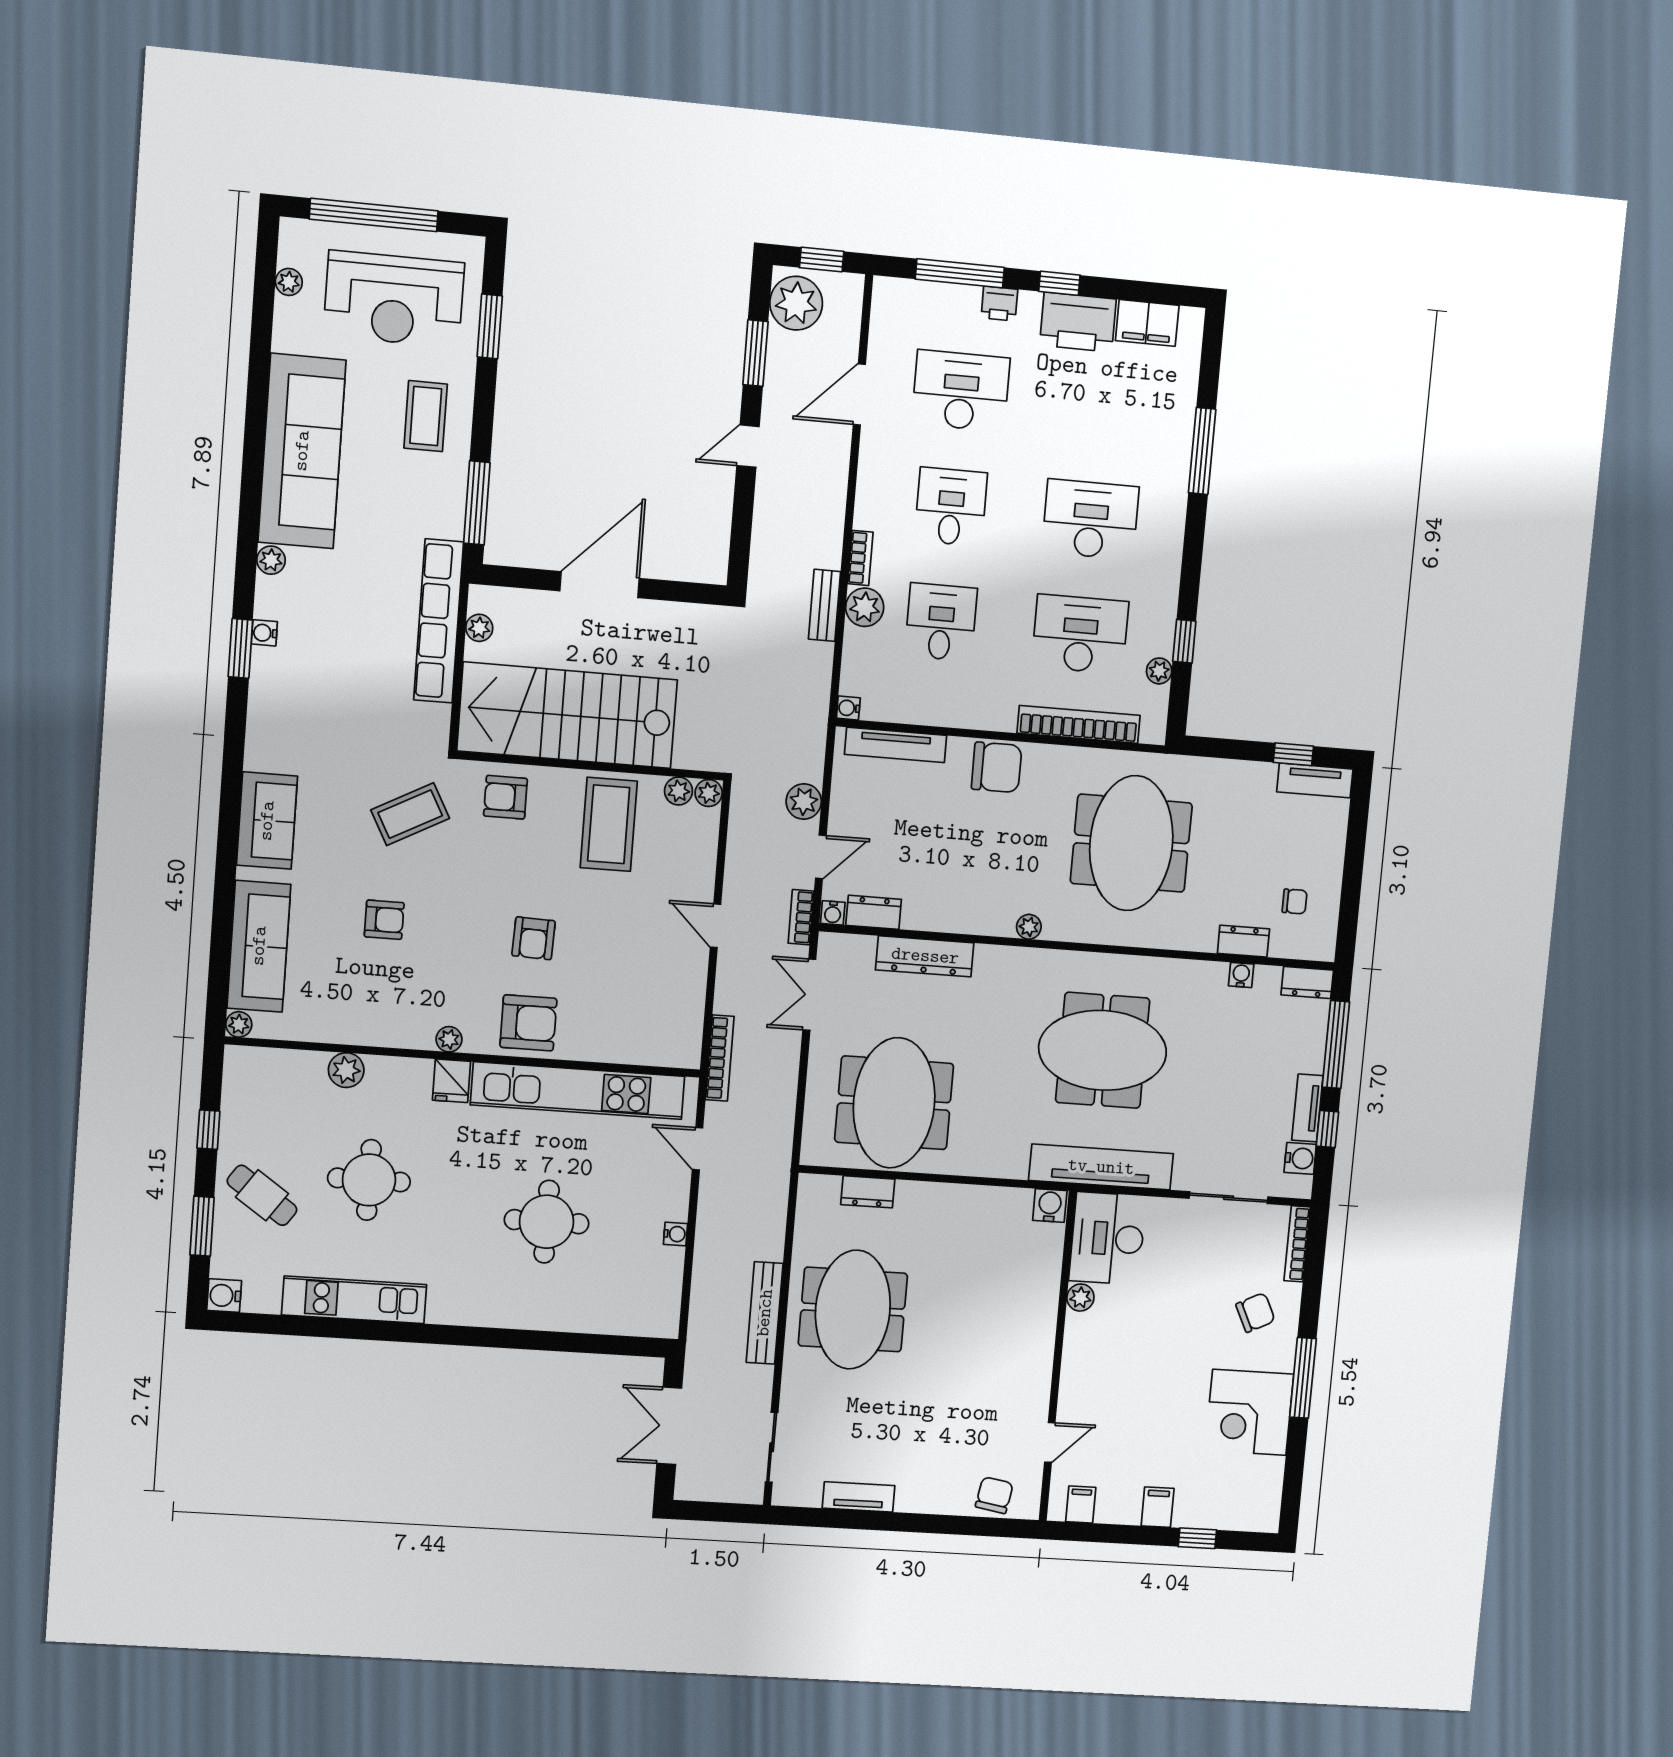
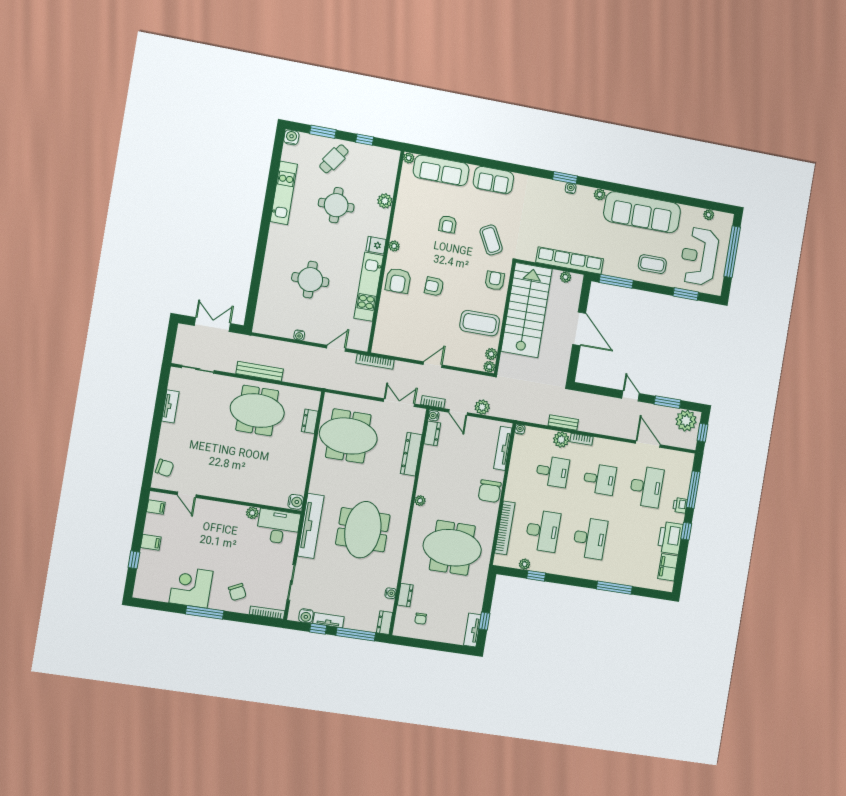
kitchen unit: (578, 1091) -> (369, 287), width x0.73

